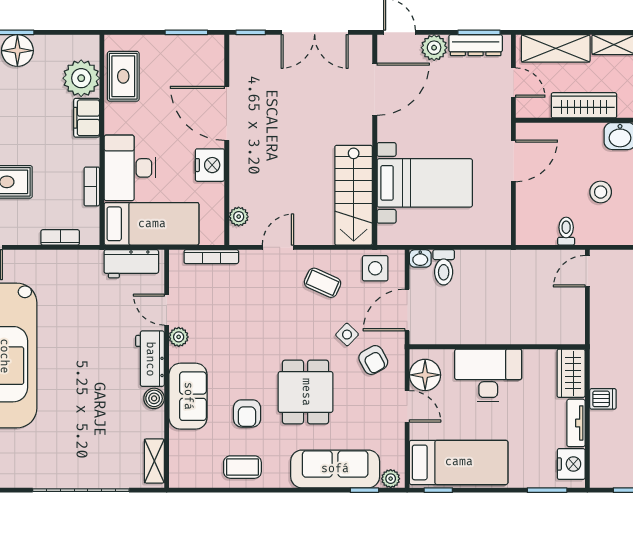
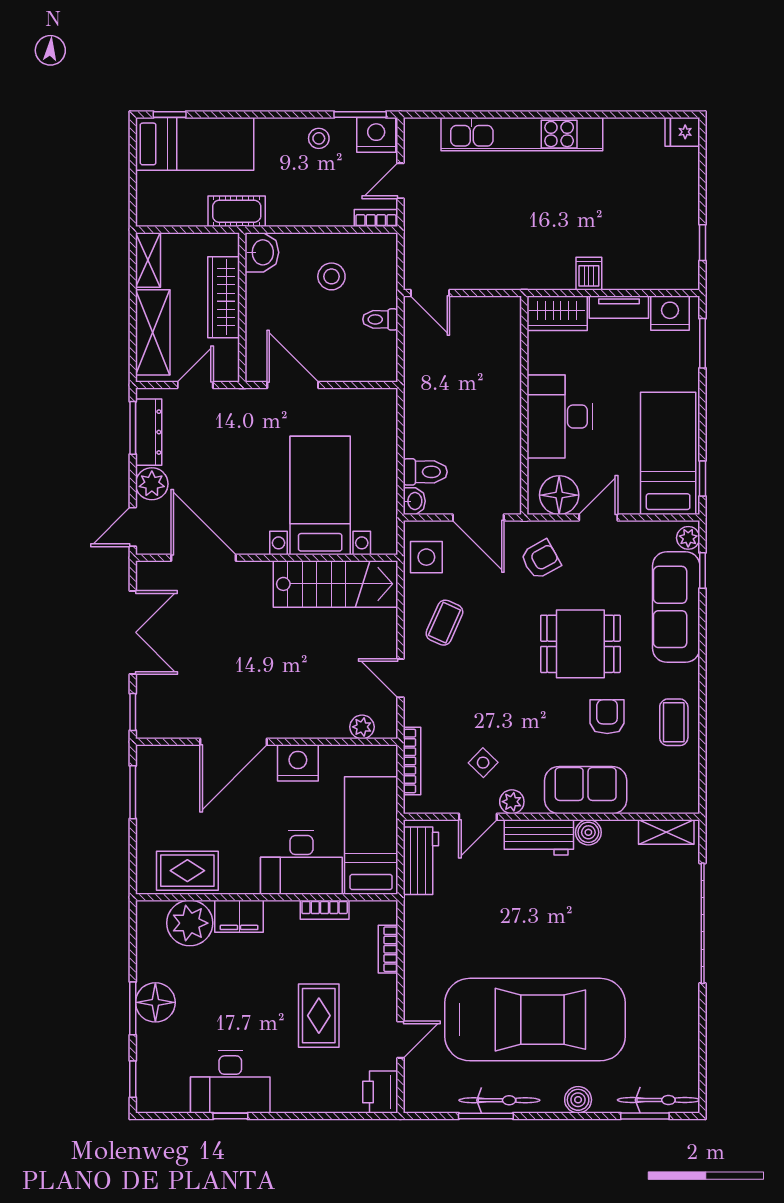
side table: (347, 335) -> (483, 763), moved
armchair: (247, 413) -> (607, 717), turned -90

